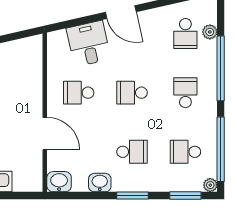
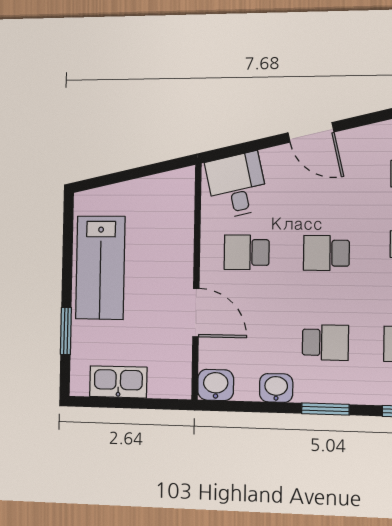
desk: (89, 44) -> (237, 185), moved

